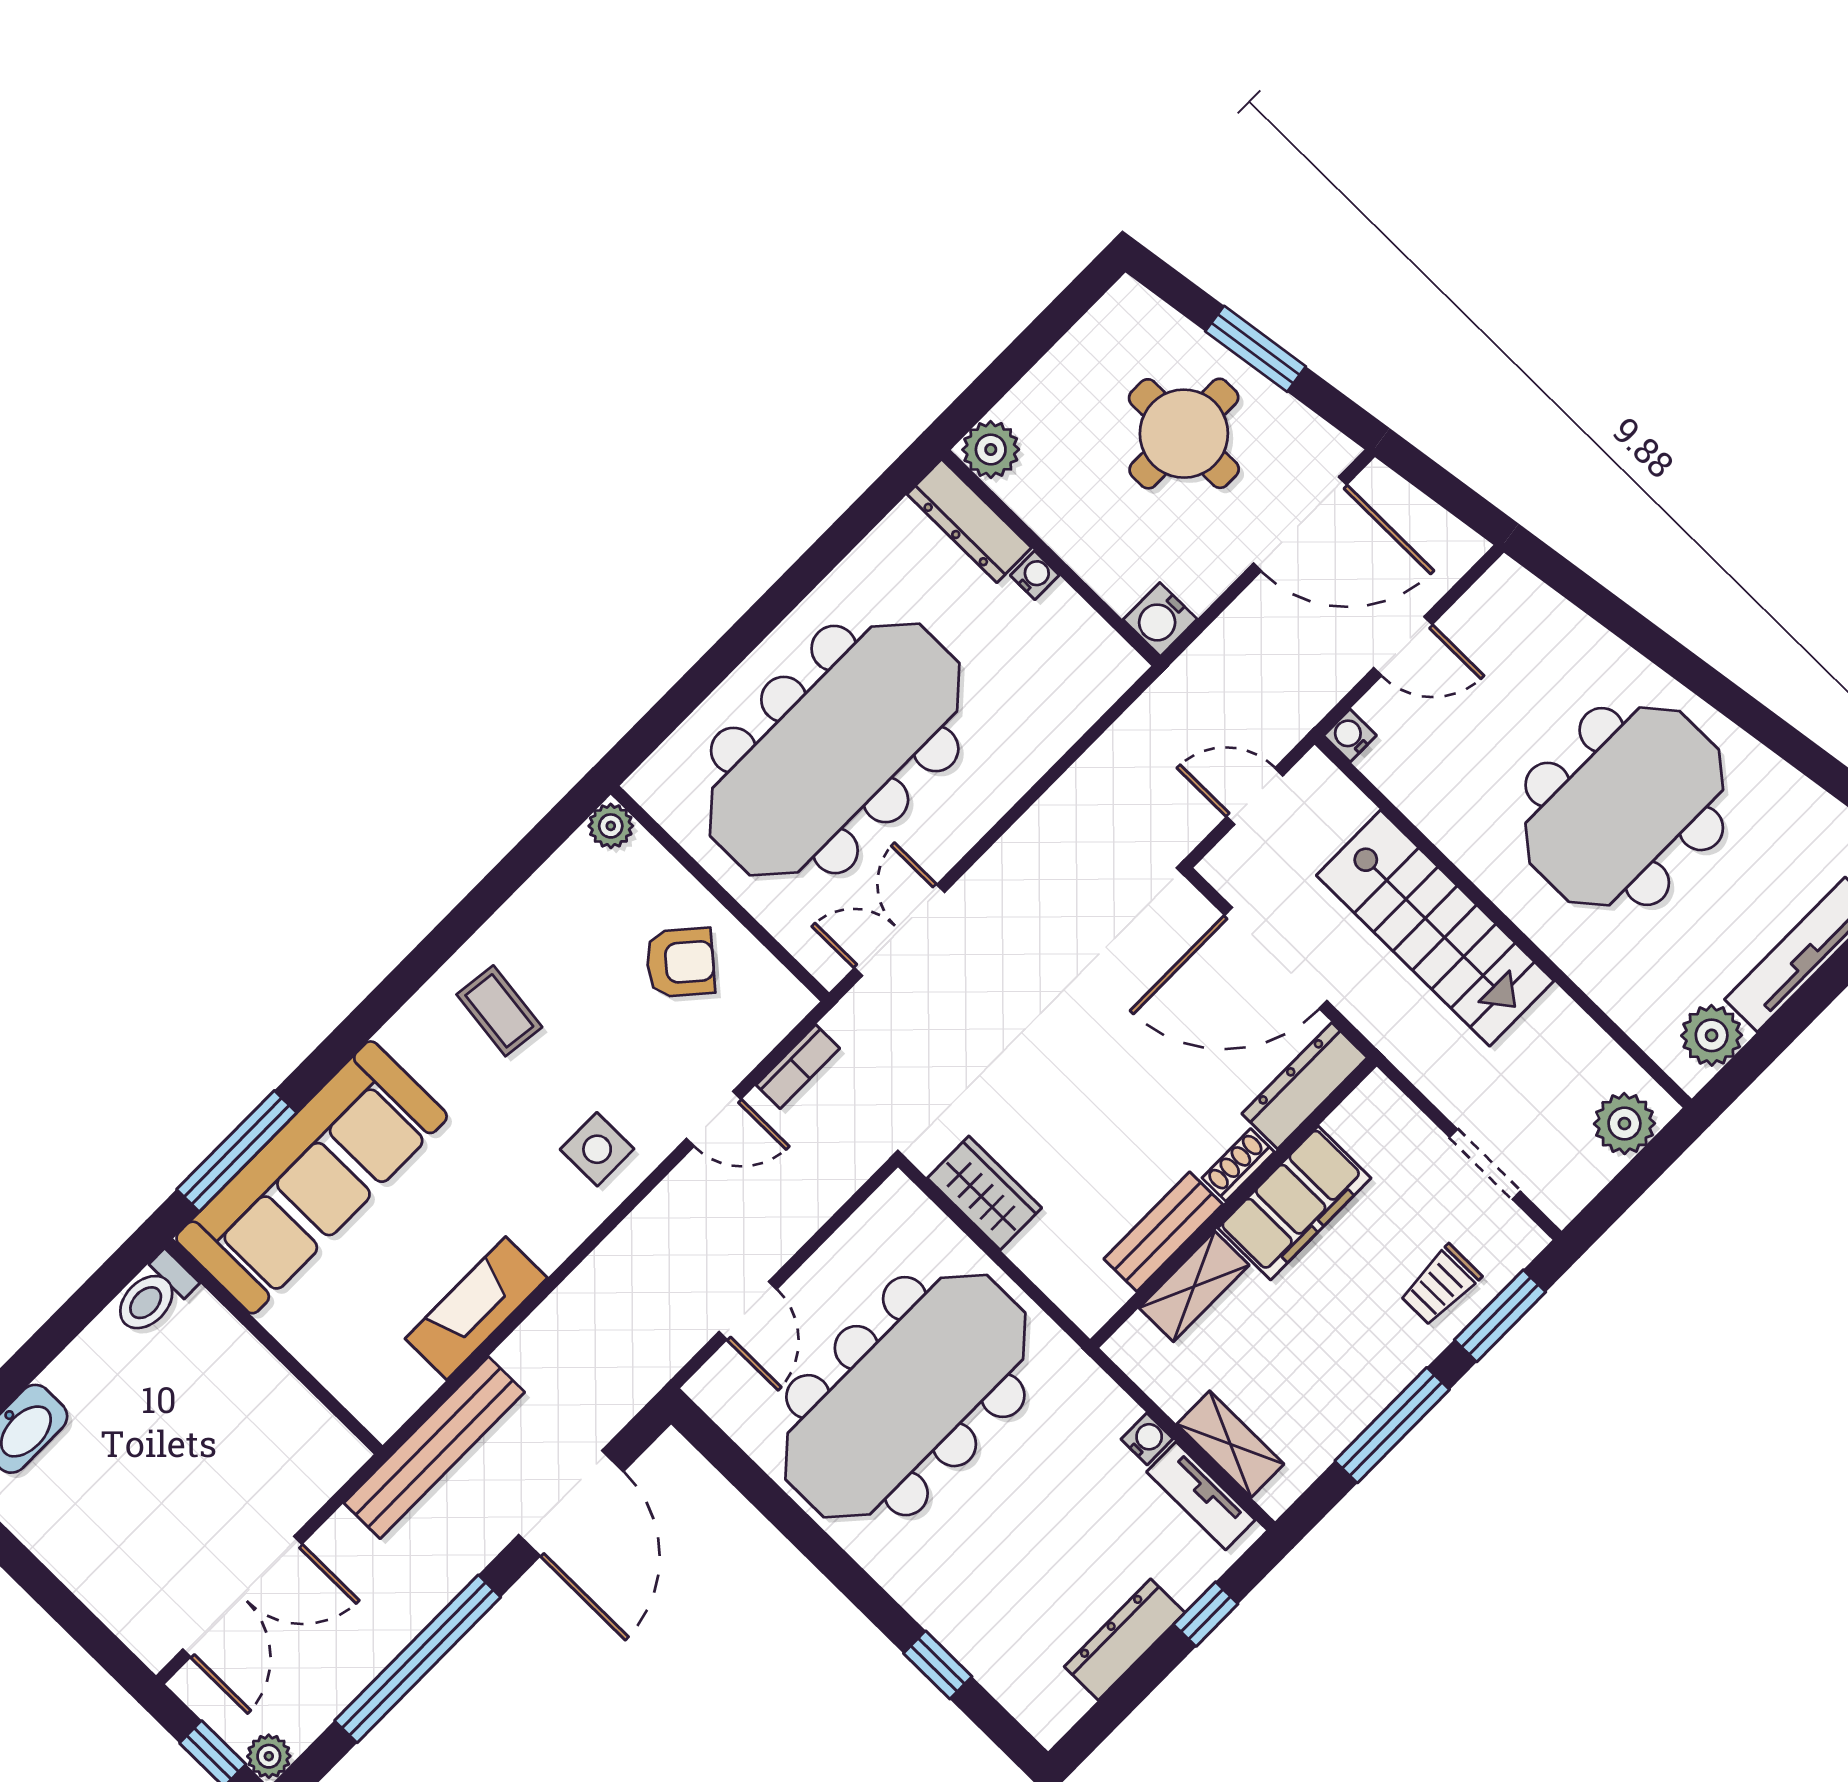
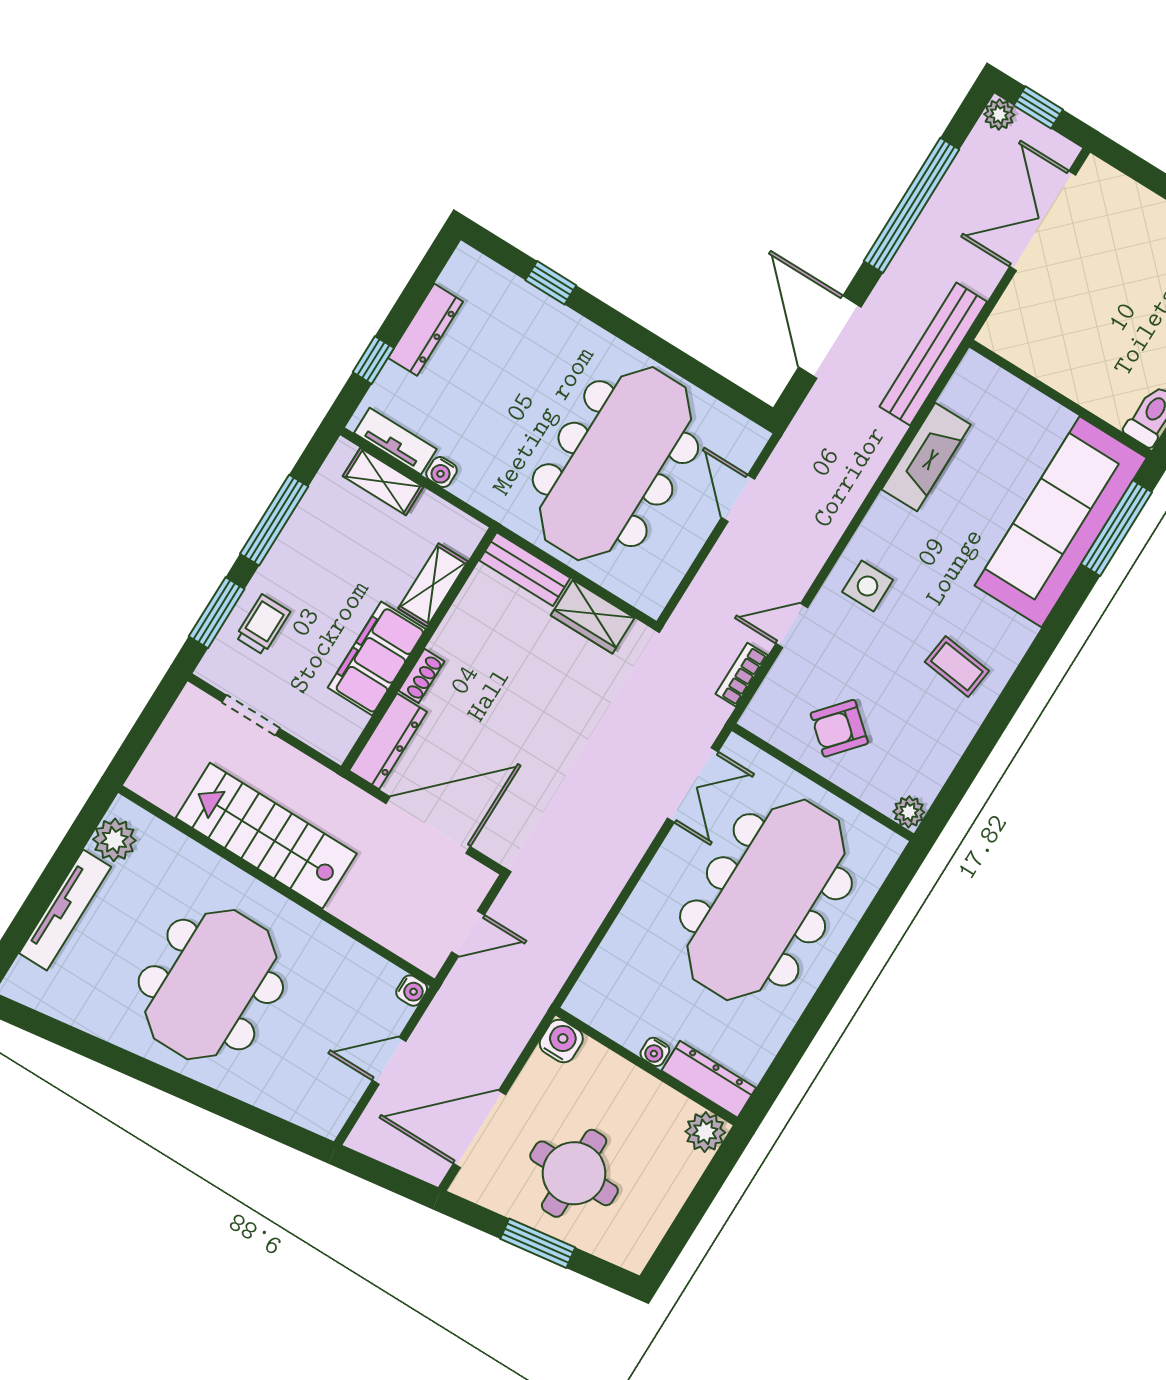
stairs: (1435, 928) -> (266, 836), moved
plant: (1624, 1124) -> (161, 765), removed
bench: (1163, 1232) -> (525, 569), moved, turned 90

